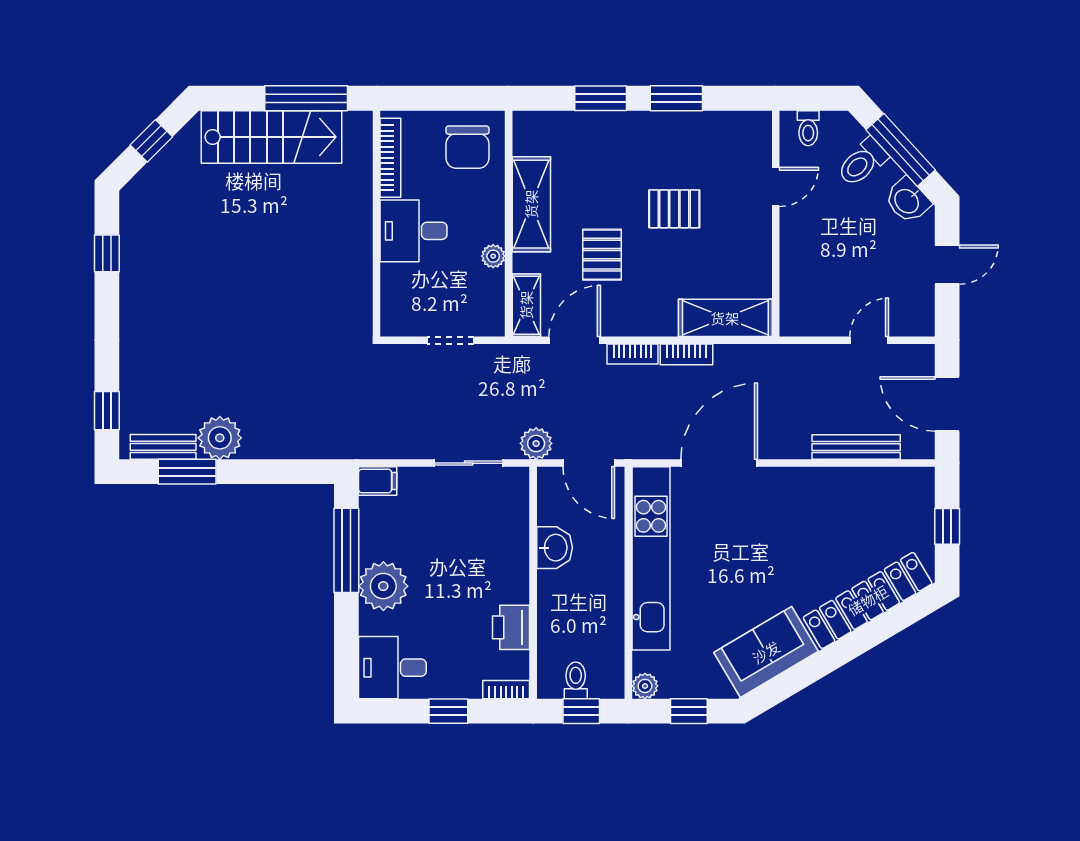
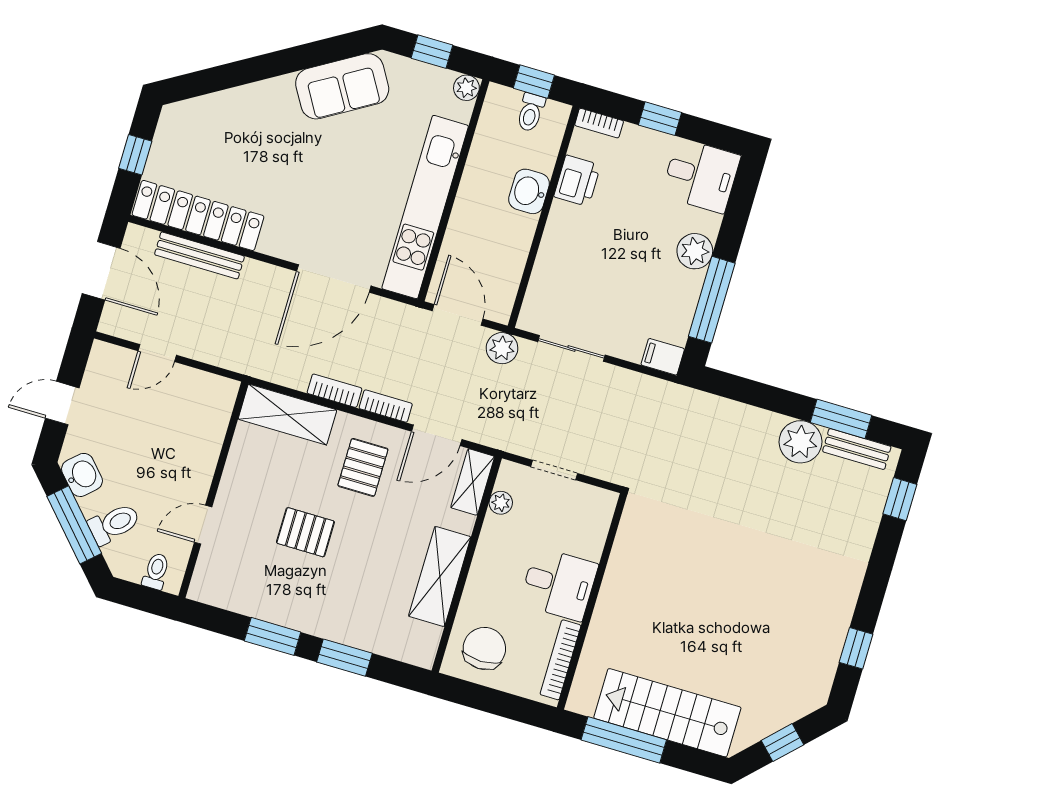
pallet: (602, 255) -> (363, 467), moved
plant: (493, 256) -> (501, 503), moved
washbasin: (555, 548) -> (529, 191), moved
plant: (383, 586) -> (695, 251), width x0.73, depth x0.73
locker: (868, 600) -> (198, 215), moved, turned -149

